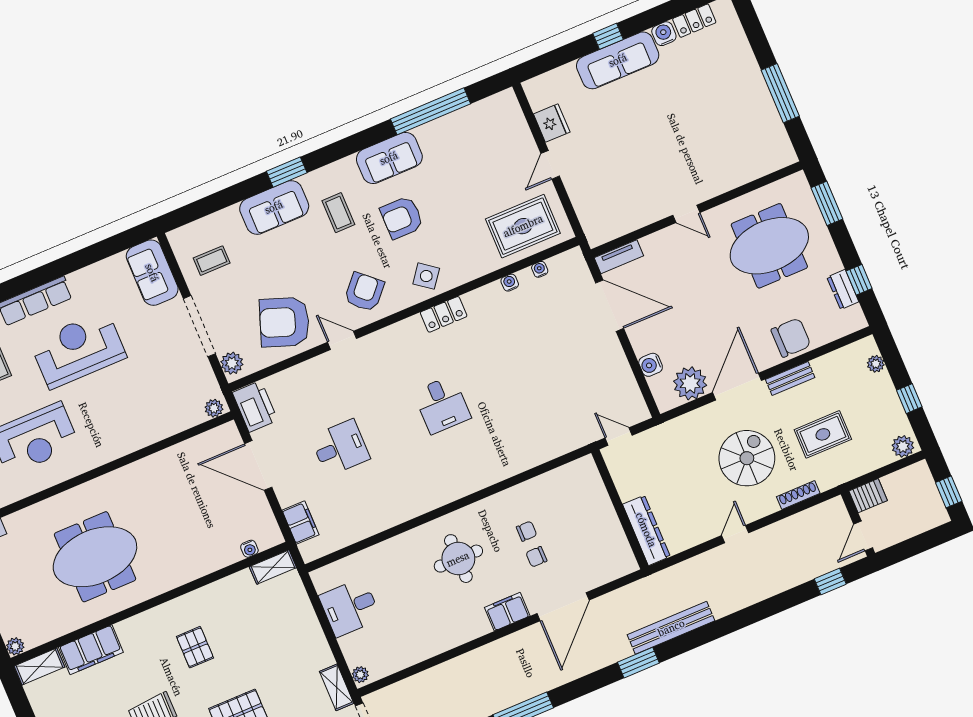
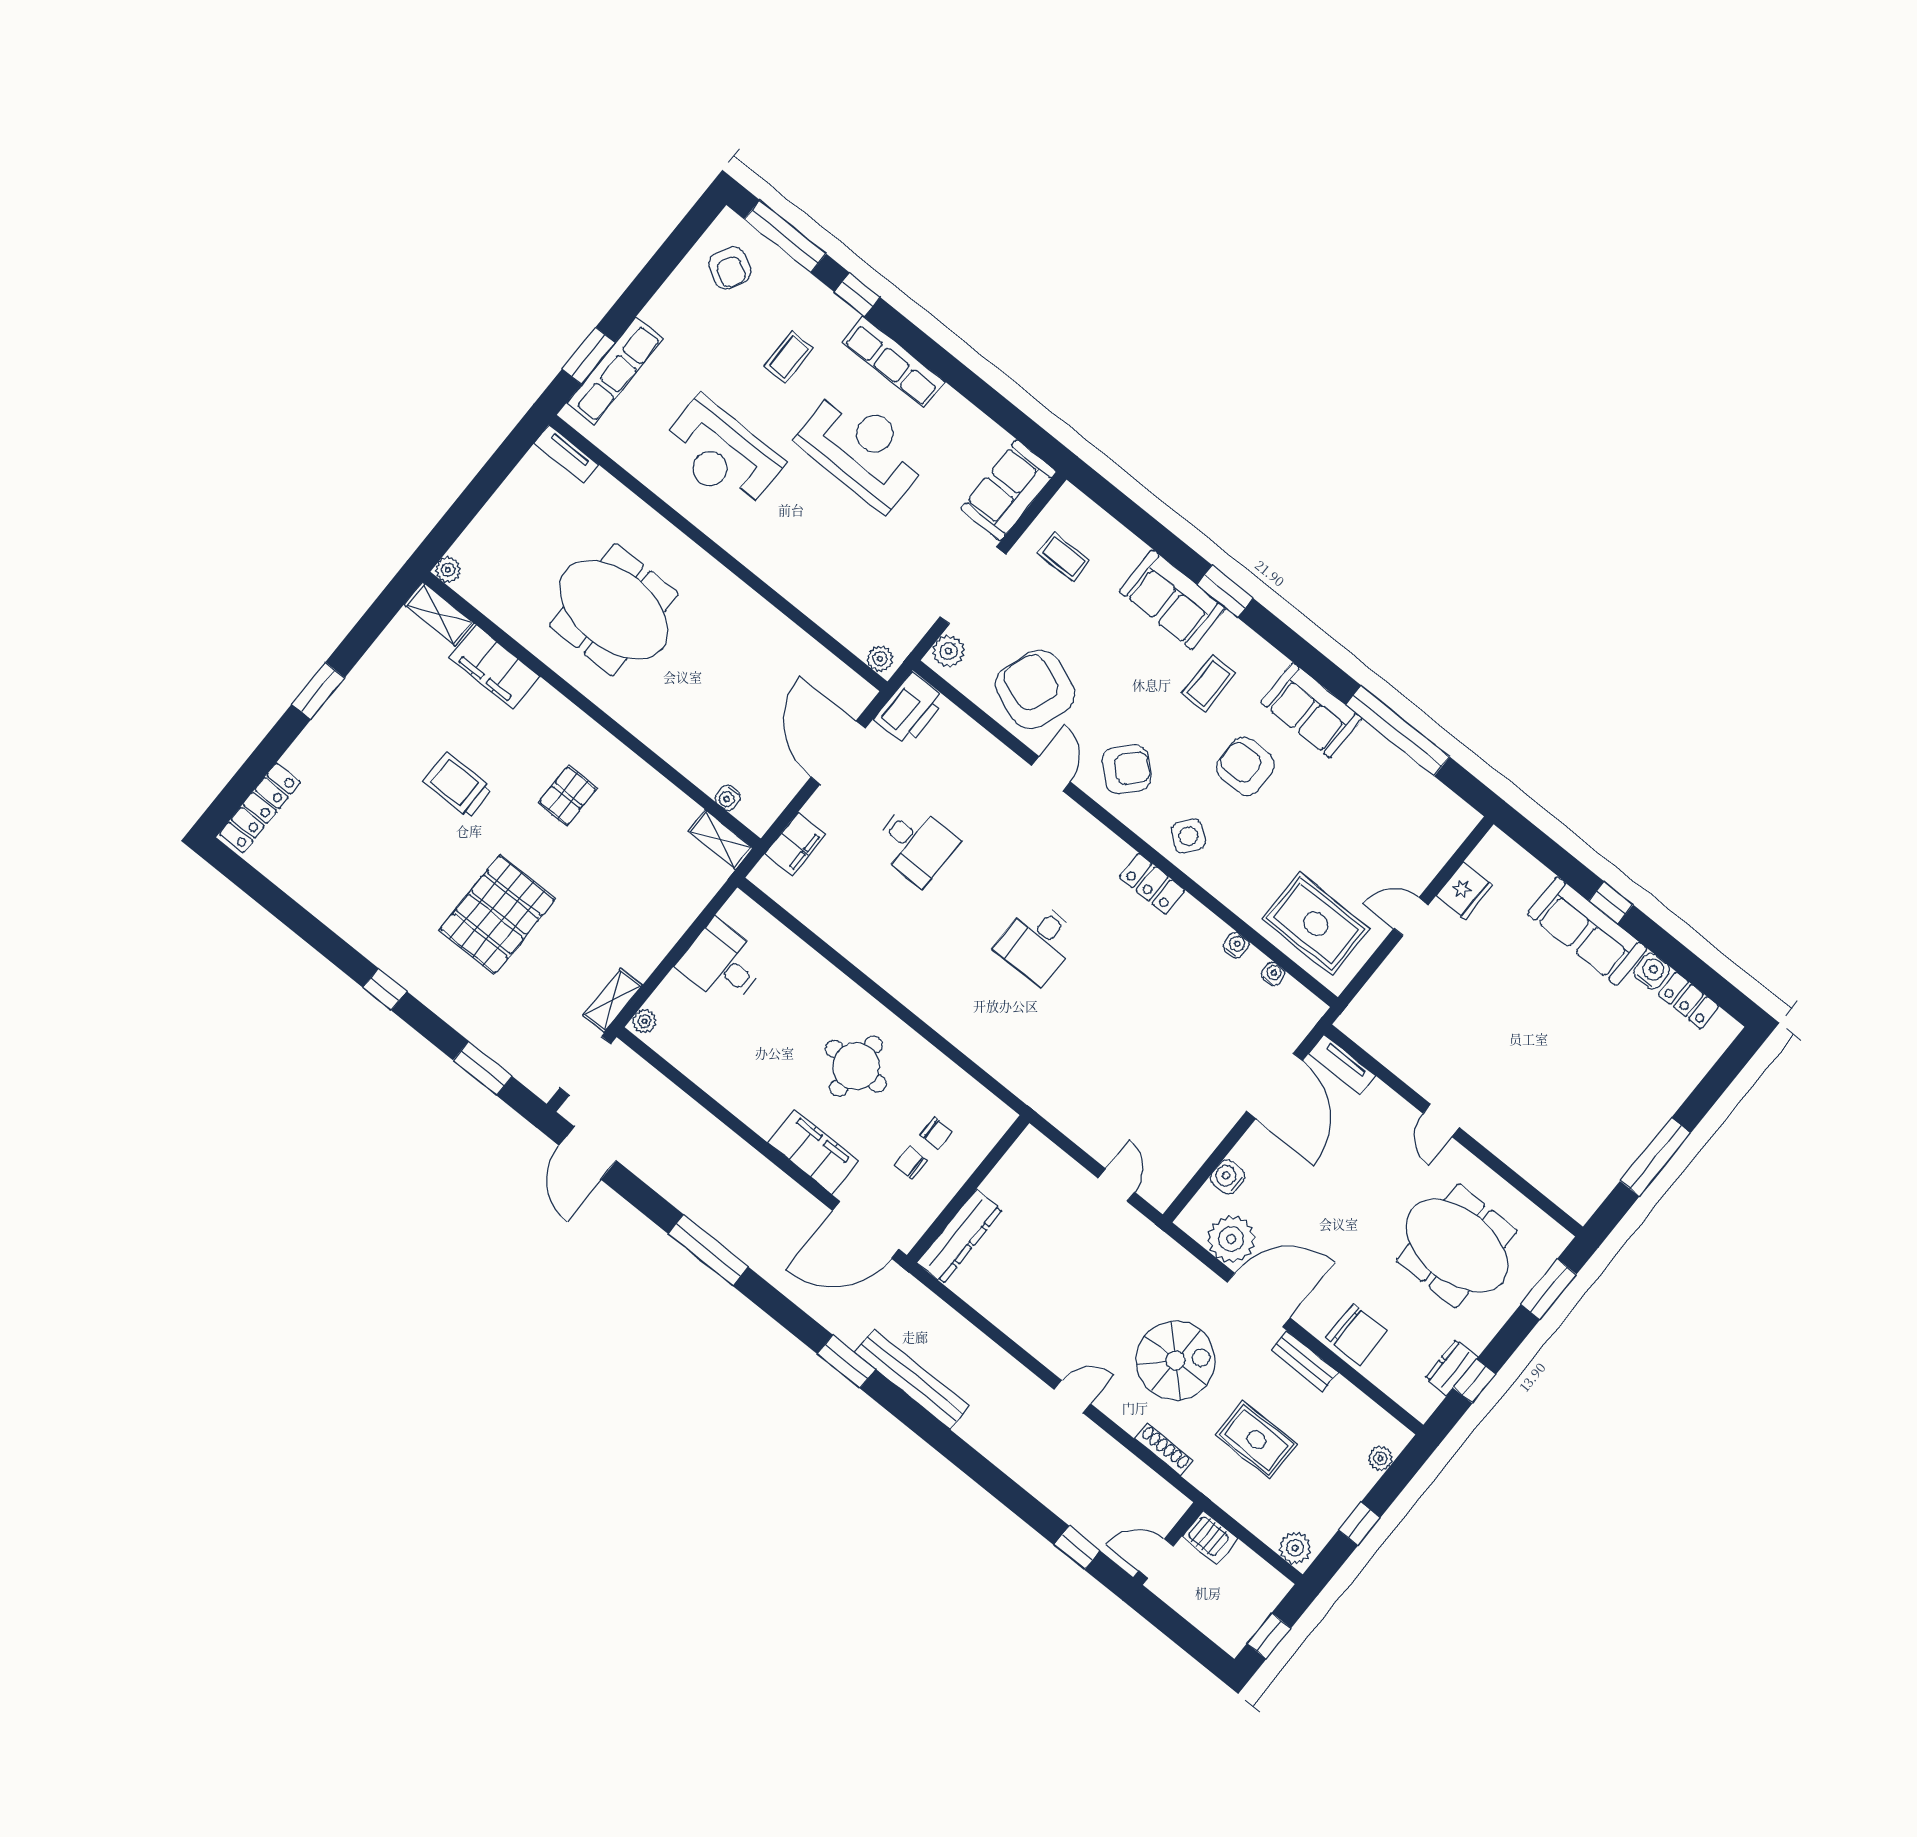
wall: (620, 509) -> (968, 1189), moved
dresser: (646, 530) -> (960, 1236), moved
filing cabinet: (507, 612) -> (813, 1152), width x1.50, depth x1.17

